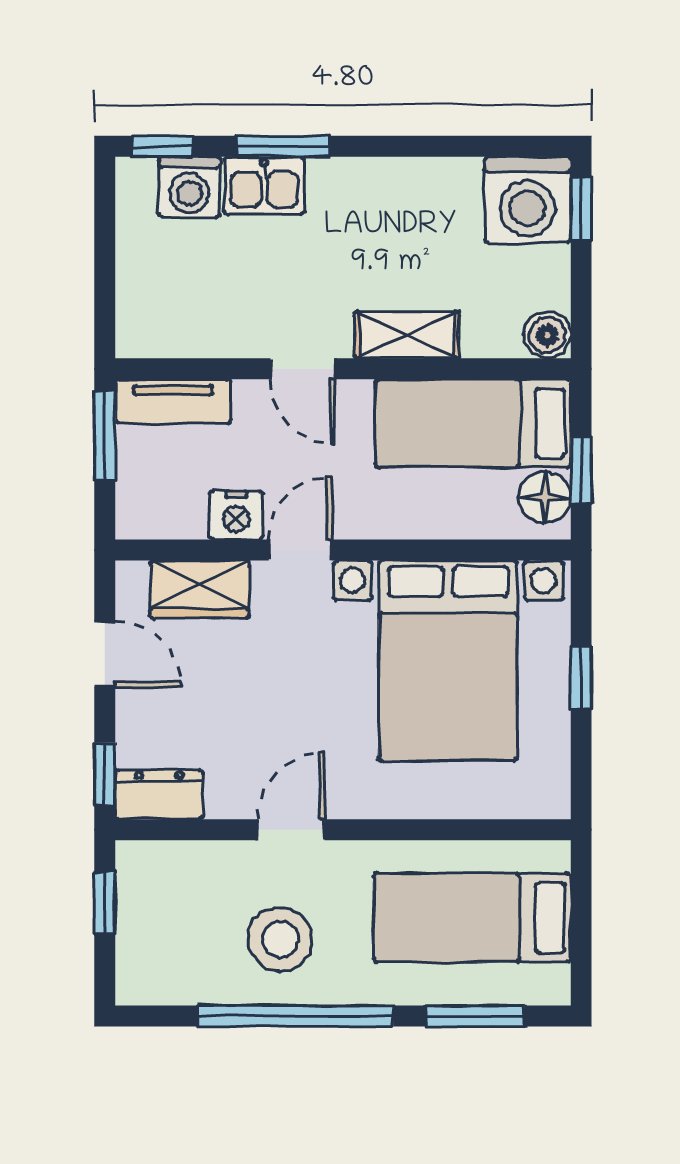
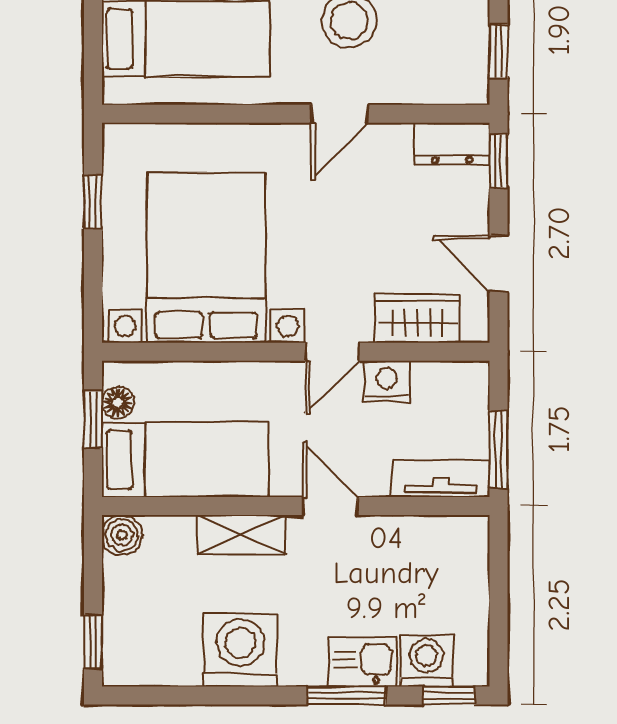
washing machine: (528, 200) -> (240, 650), moved
floor lamp: (545, 497) -> (118, 403), width x0.73, depth x0.73
window: (581, 677) -> (93, 201), moved

